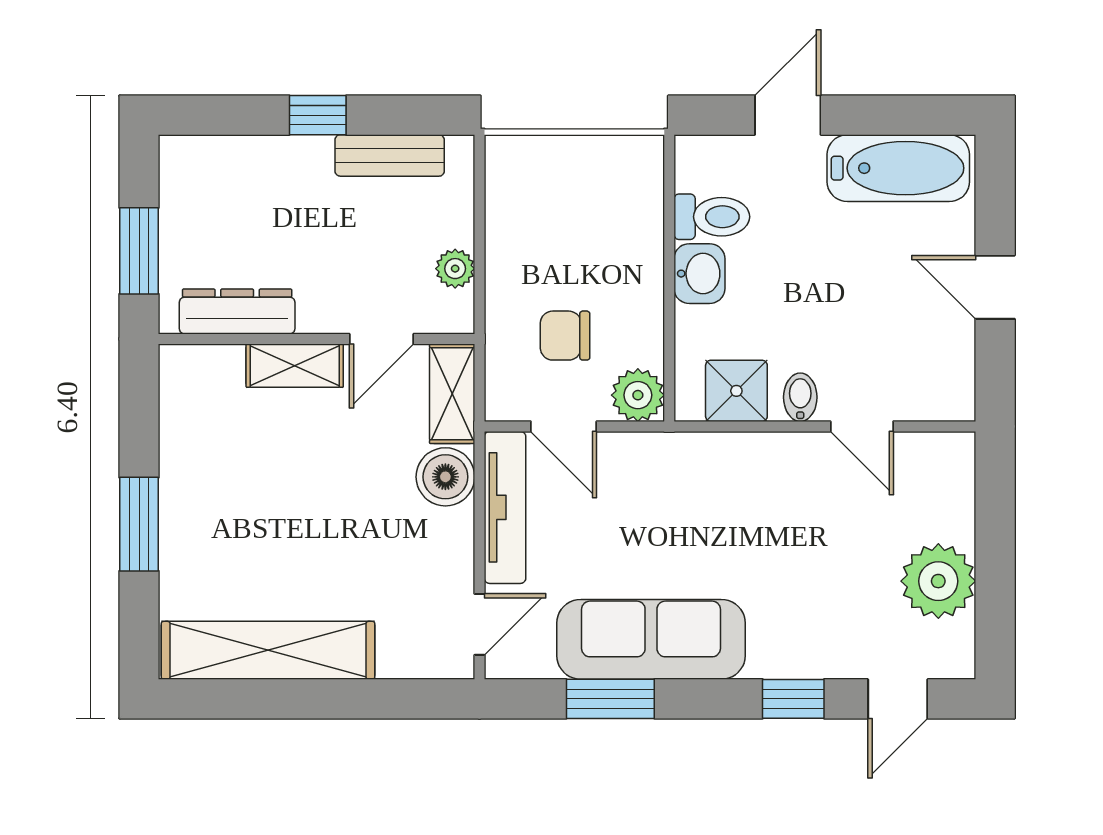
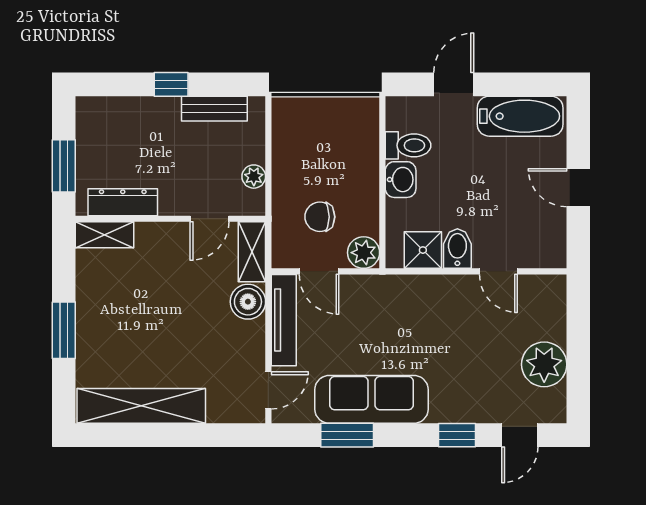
shelving: (295, 366) -> (105, 235), moved
bidet: (800, 397) -> (457, 249), width x1.38, depth x1.36

